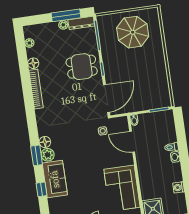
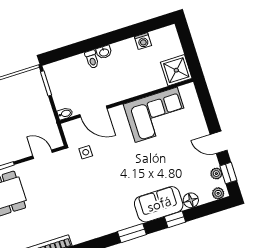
door: (107, 98) -> (43, 154), width x0.53
floor lamp: (45, 142) -> (191, 200), moved
door: (132, 142) -> (93, 112), hinge flipped
plant: (48, 155) -> (129, 219), removed

